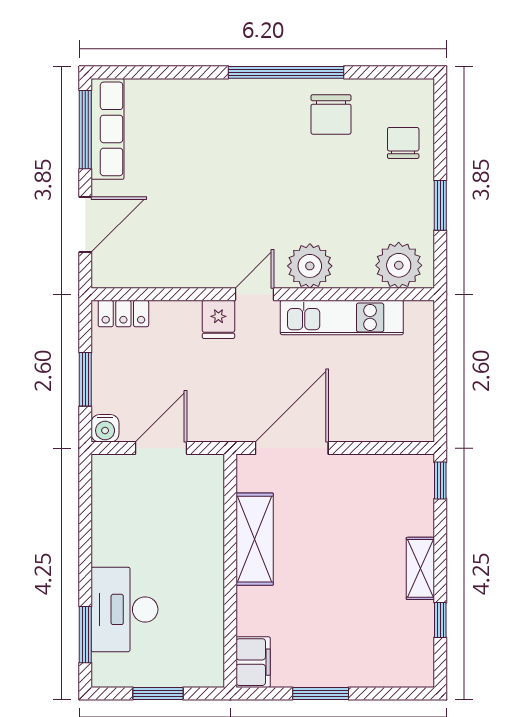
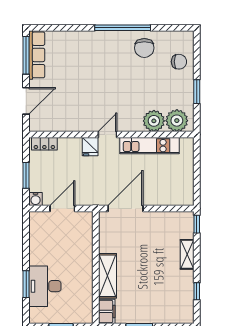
chair: (403, 143) -> (179, 62), turned 90
plant: (310, 266) -> (154, 121), moved
shelving: (255, 539) -> (108, 276), moved
shelving: (420, 568) -> (187, 254), moved
window: (85, 635) -> (26, 284), moved

